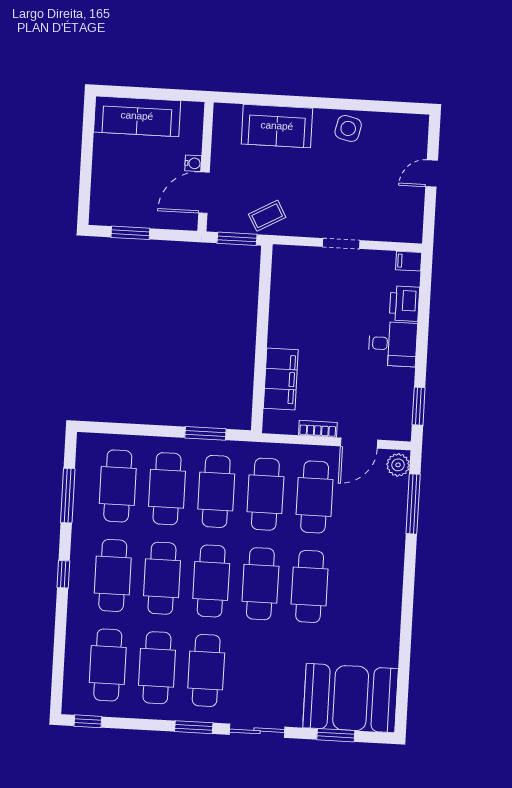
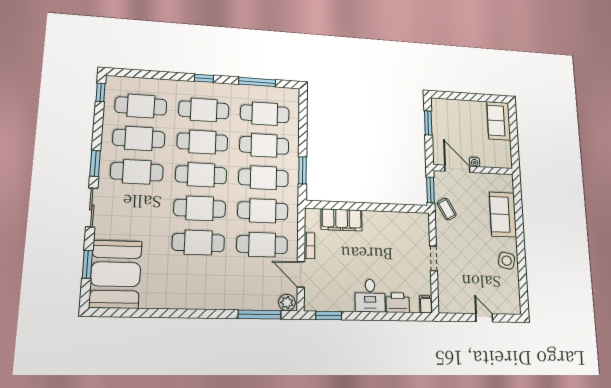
sofa: (137, 116) -> (499, 121), width x0.73

